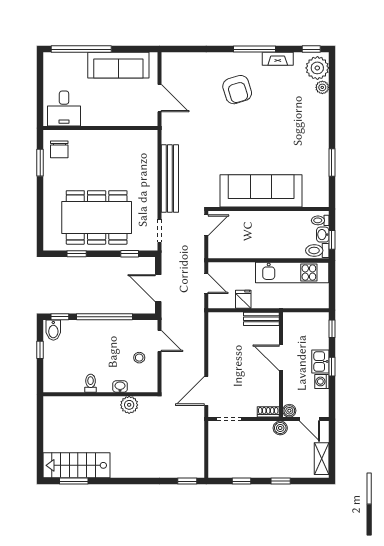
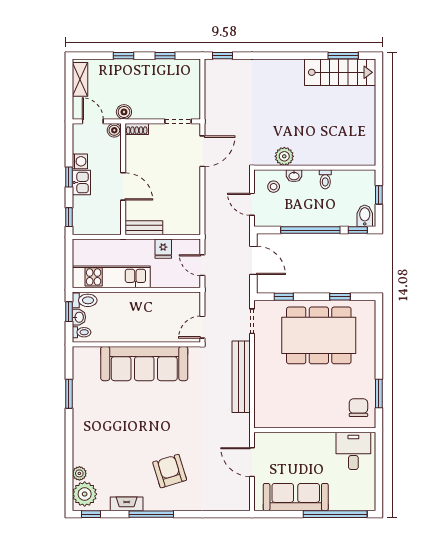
toilet: (91, 383) -> (325, 179), moved
washbasin: (120, 387) -> (294, 176), moved
wall: (100, 394) -> (315, 168), moved
plant: (129, 405) -> (284, 156), moved

